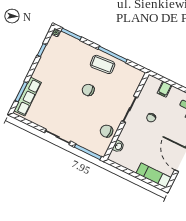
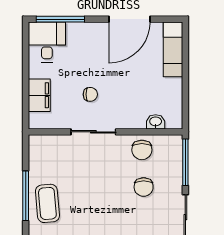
filing cabinet: (164, 89) -> (39, 95), width x2.00
chair: (88, 90) -> (144, 187), moved

